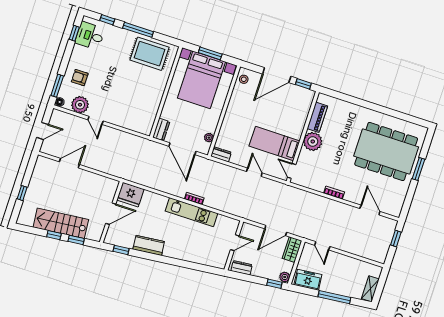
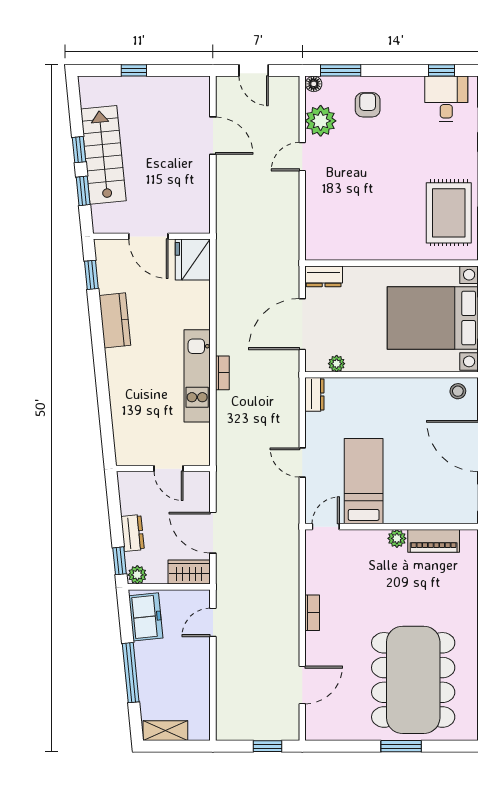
plant: (313, 141) -> (397, 538), width x0.53, depth x0.53
door: (254, 172) -> (302, 463), swing flipped
dresser: (242, 268) -> (133, 533), moved

